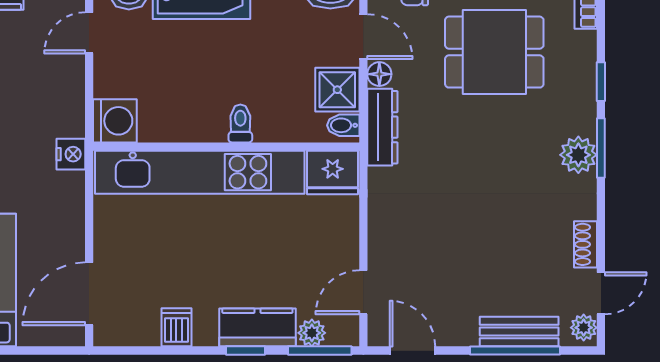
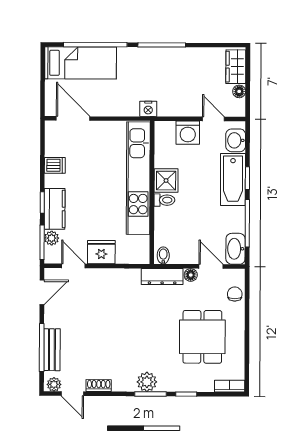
door: (363, 37) -> (211, 266), swing flipped
shower: (337, 90) -> (166, 181), moved
washing machine: (115, 121) -> (188, 133), moved
fridge: (333, 172) -> (101, 252), moved, turned 90

